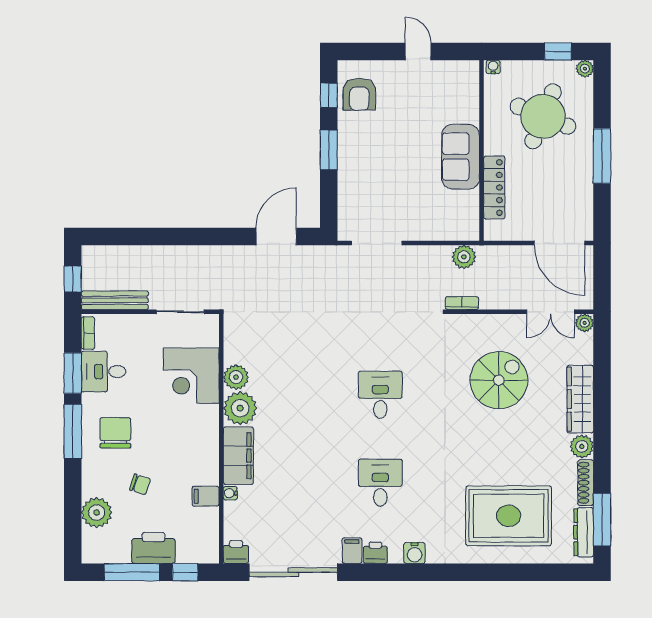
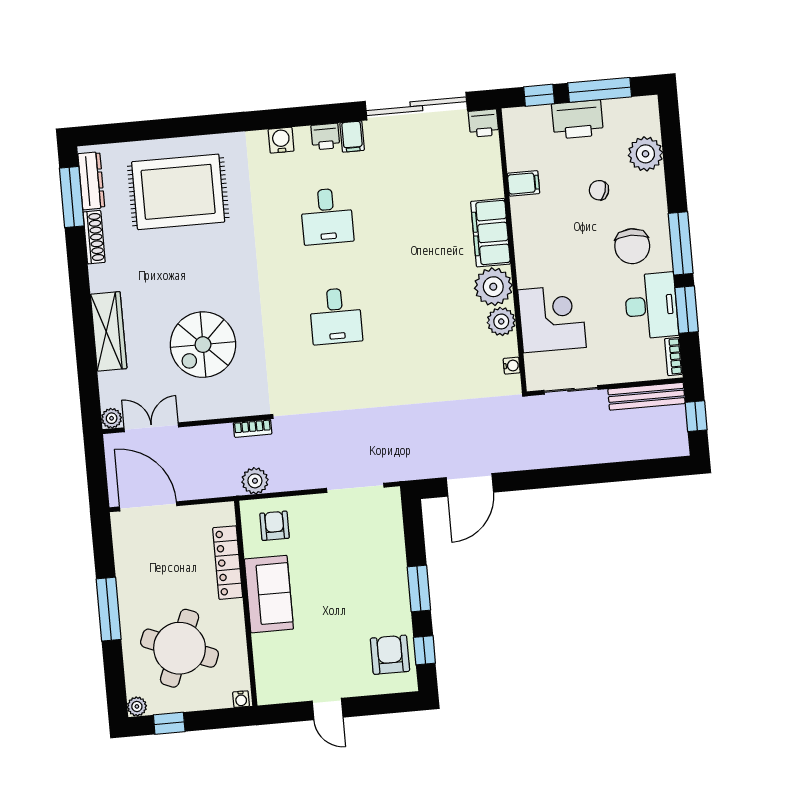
armchair: (450, 216) -> (275, 526), added
desk: (103, 372) -> (651, 306), width x1.37
plant: (582, 446) -> (102, 278), removed
water cooler: (230, 493) -> (512, 366), moved

